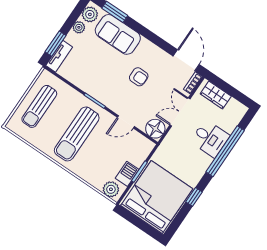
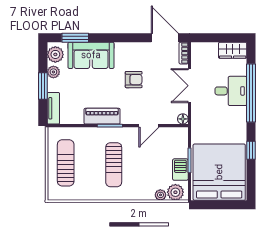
window: (55, 44) -> (43, 86), moved
piano: (94, 89) -> (102, 116), added
wardrobe: (216, 95) -> (233, 50), moved
sun lounger: (39, 106) -> (66, 163), turned 180
floor lamp: (155, 129) -> (183, 119), width x0.53, depth x0.53
sun lounger: (77, 134) -> (114, 165), width x0.73, depth x0.75
plant: (98, 183) -> (160, 195), added

